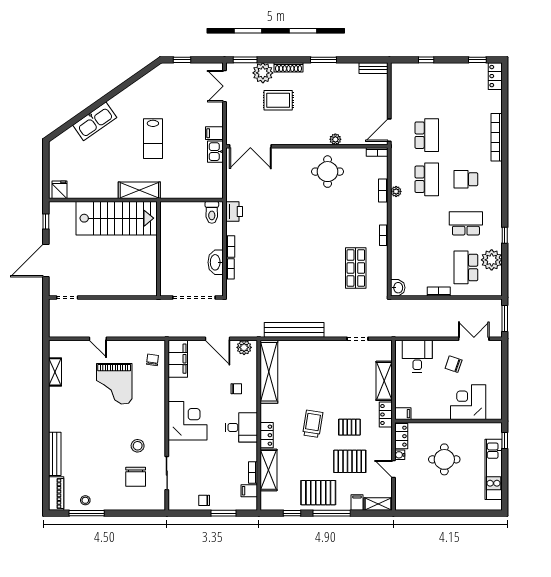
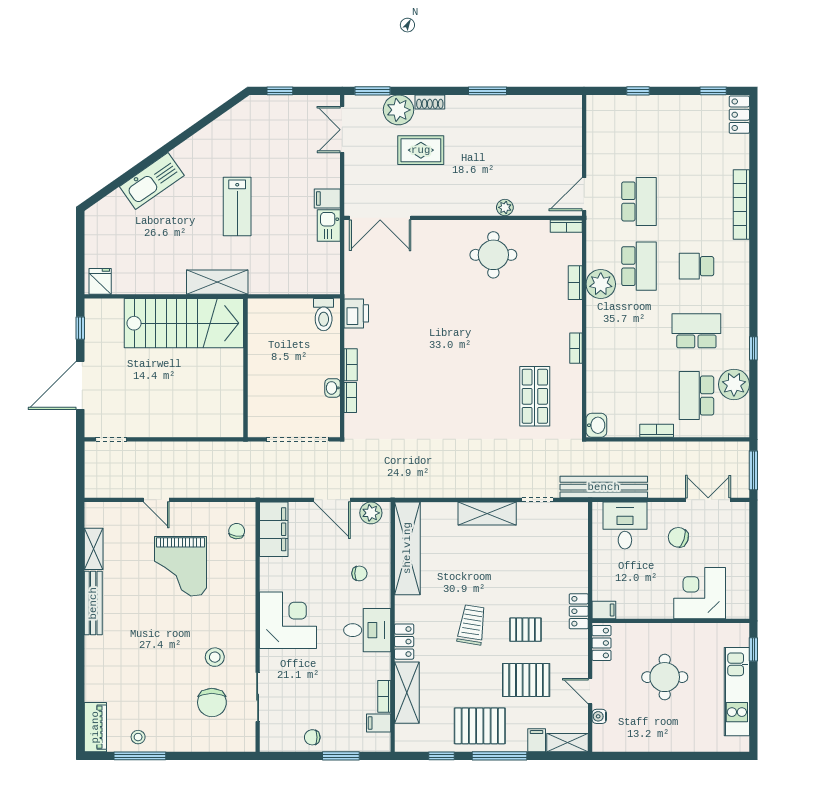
shoe rack: (289, 67) -> (430, 102), width x0.70
bench: (374, 68) -> (561, 103), removed
plant: (396, 191) -> (601, 284), width x1.88, depth x1.88
washbasin: (216, 262) -> (333, 388), width x0.52, depth x0.69
bench: (294, 330) -> (604, 487), moved
shelving: (384, 381) -> (487, 514), moved, turned 90
bench: (55, 454) -> (93, 603), moved
water cooler: (400, 455) -> (599, 716), moved

